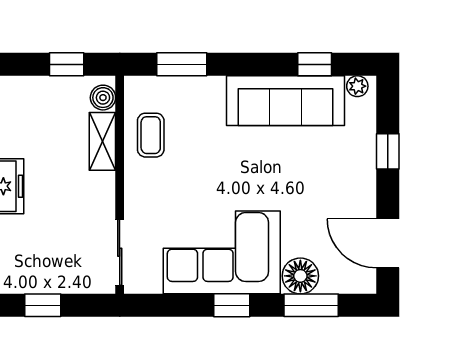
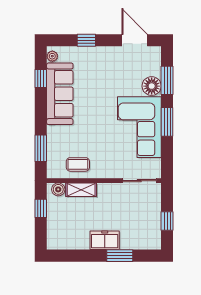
door: (388, 243) -> (135, 40), swing flipped
window: (232, 305) -> (167, 122), width x1.50

